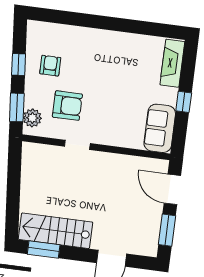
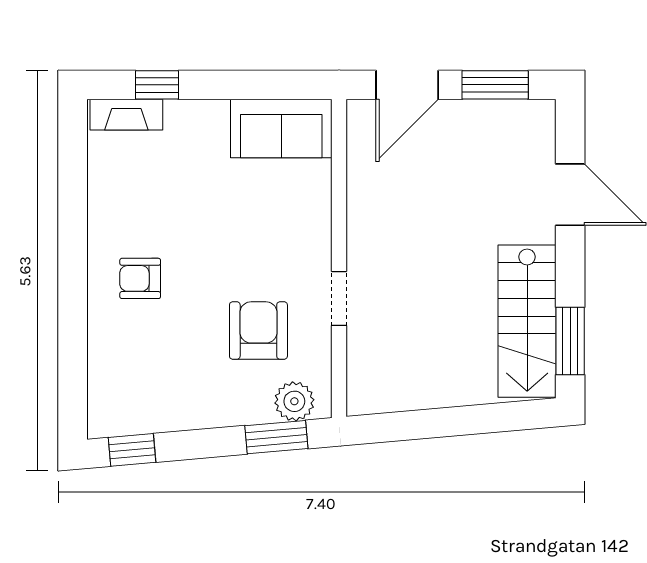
fireplace: (172, 63) -> (126, 115), width x0.73, depth x0.76
window: (19, 65) -> (132, 450), moved
armchair: (50, 66) -> (140, 278), moved
window: (184, 102) -> (157, 85), moved

